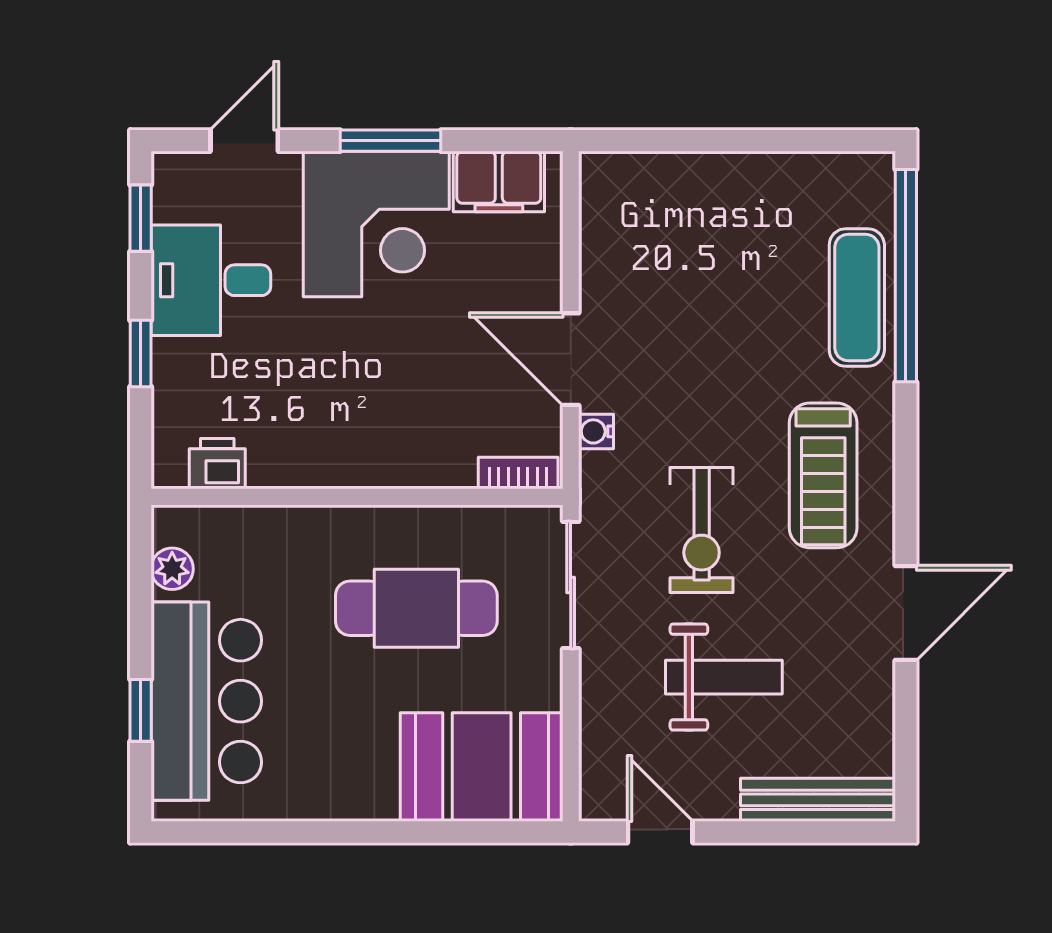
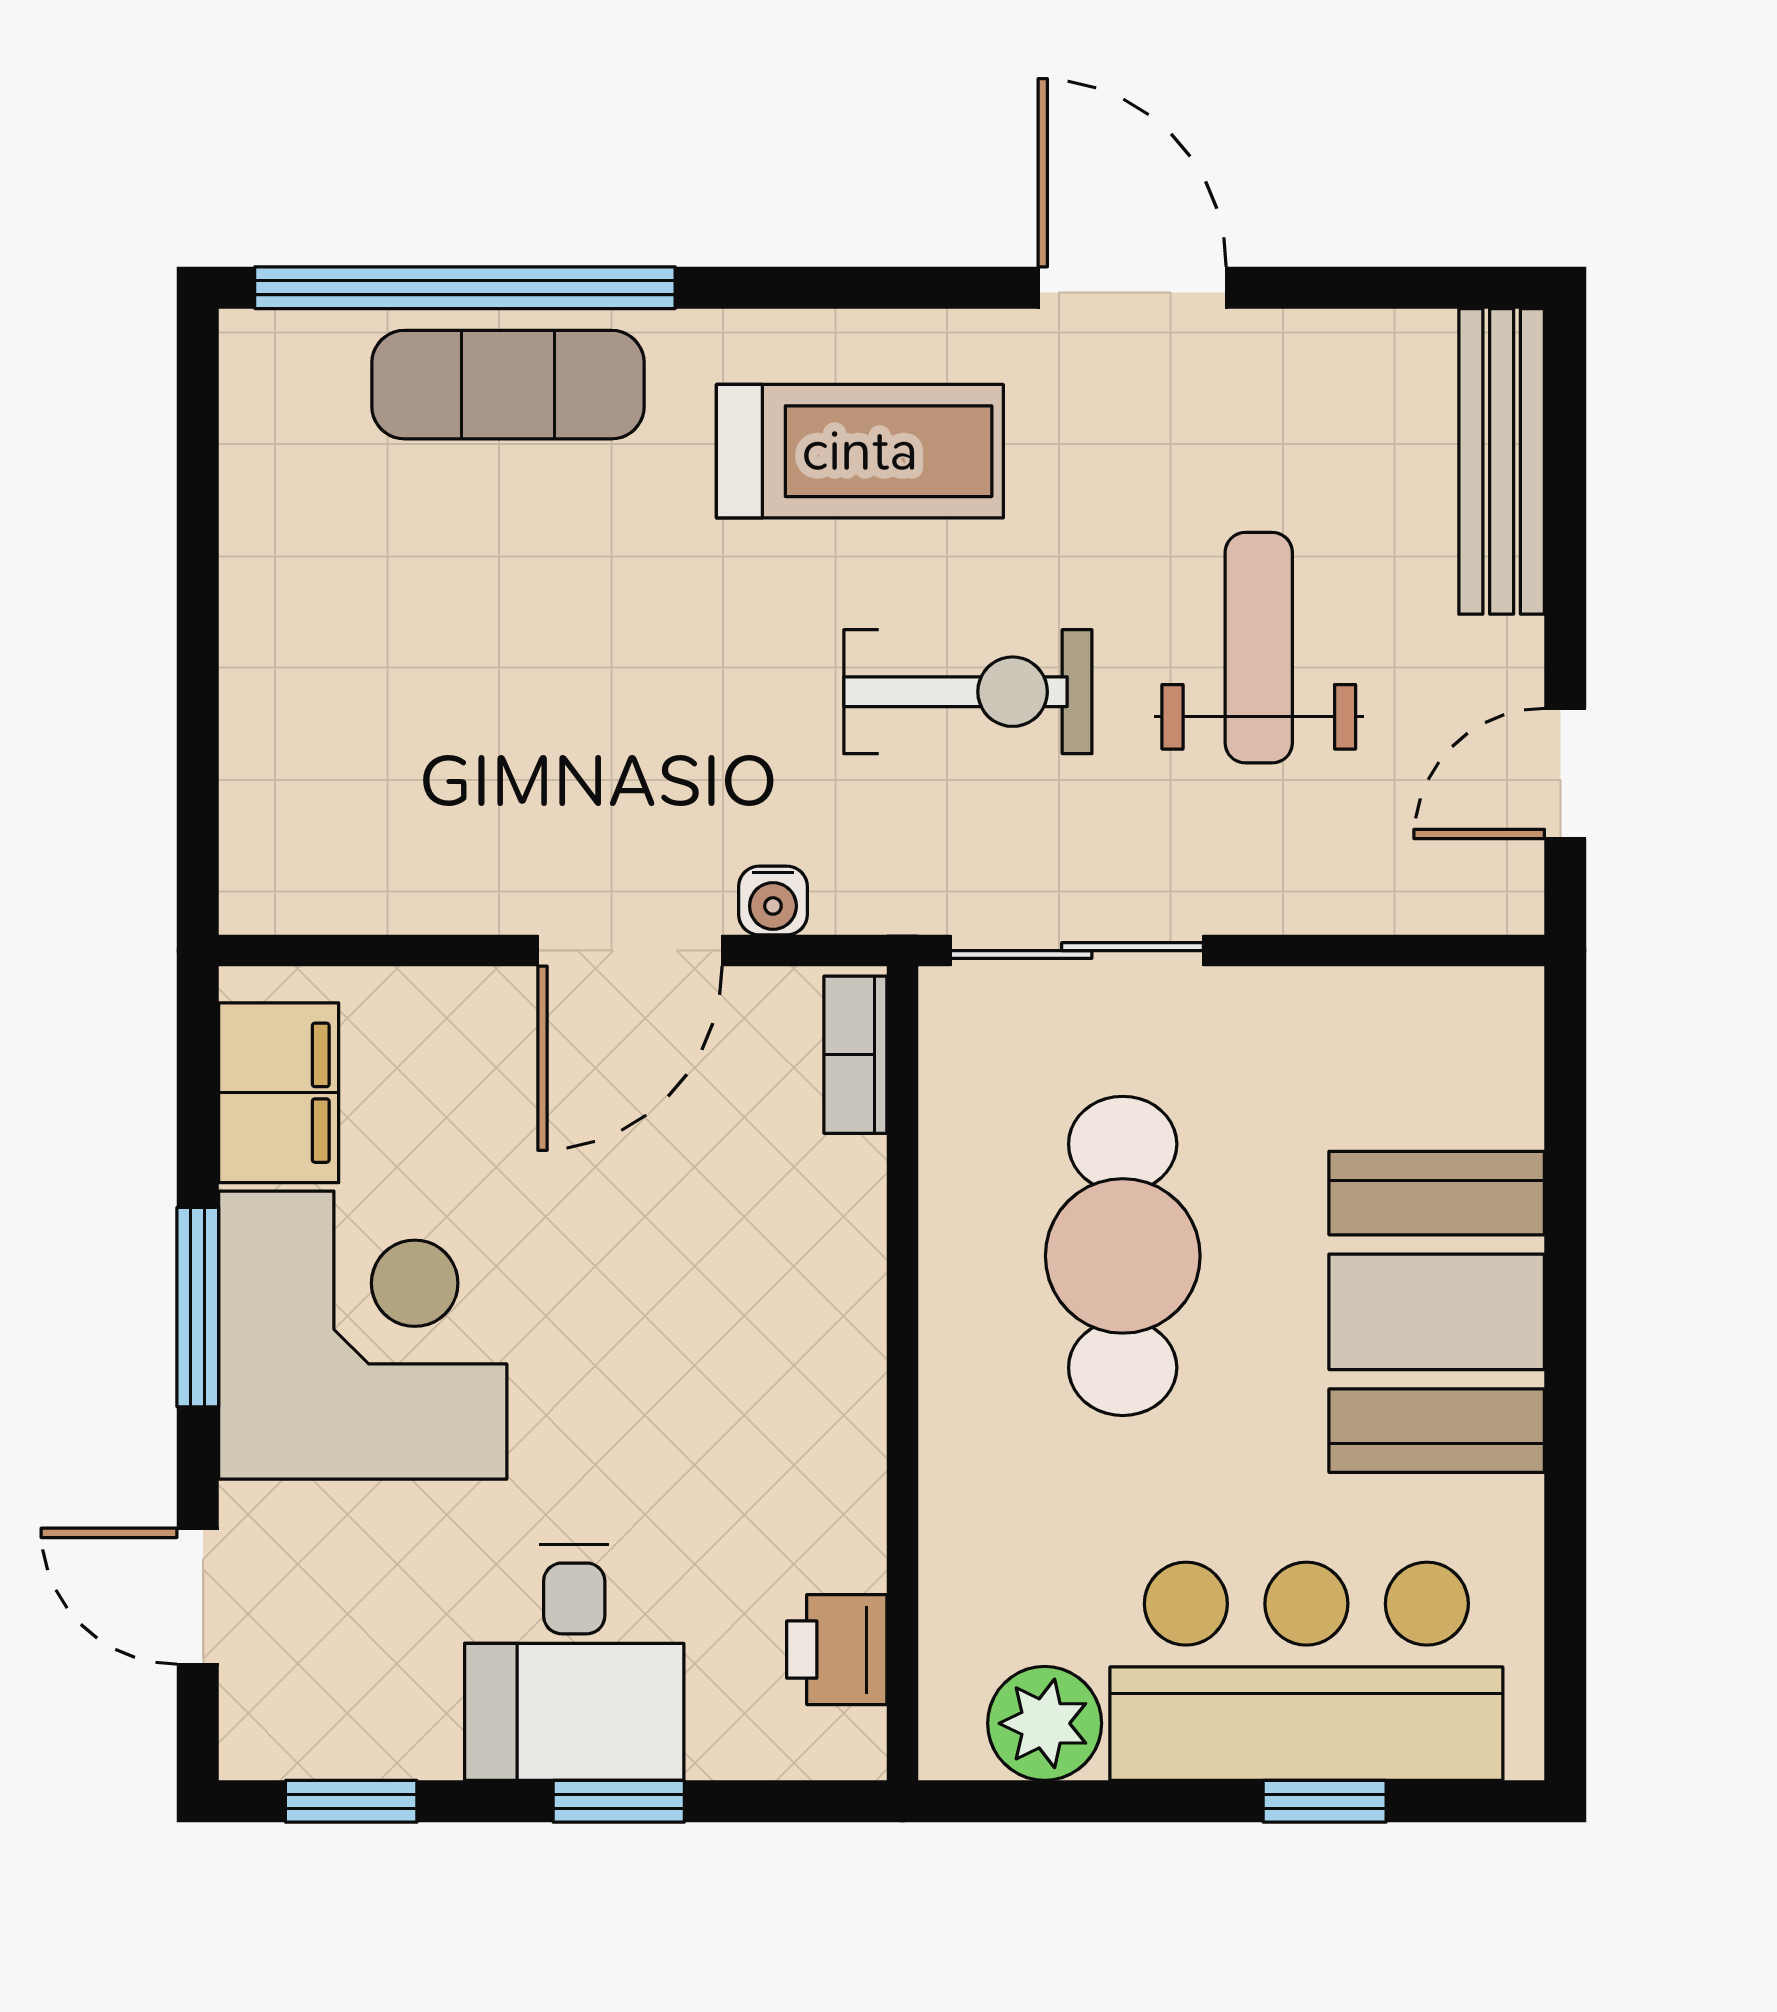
desk: (211, 280) -> (574, 1662), moved
plant: (172, 569) -> (1045, 1723), width x1.38, depth x1.38
booth: (482, 767) -> (1437, 1312), moved

